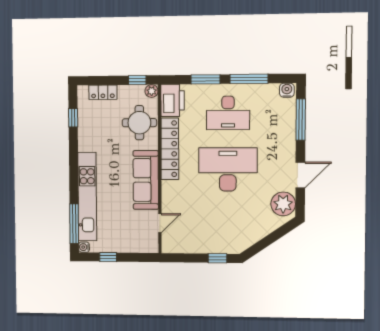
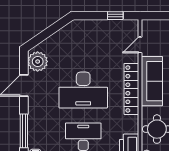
locker: (170, 149) -> (131, 89), moved
window: (218, 258) -> (115, 16), moved

